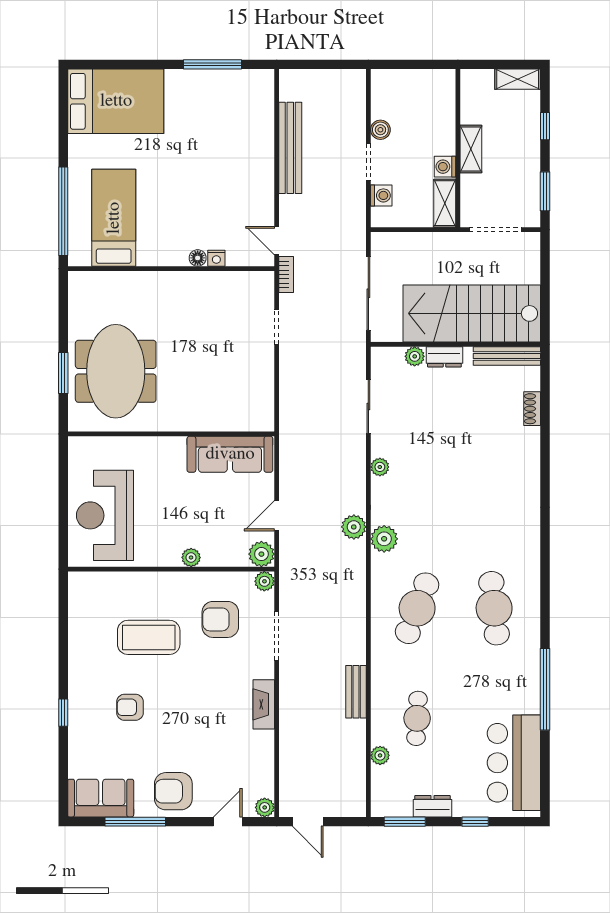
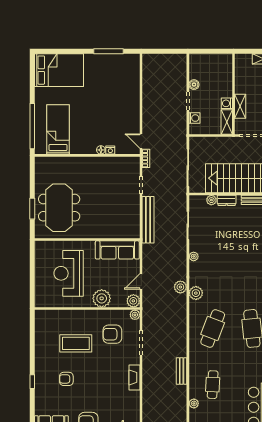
bench: (290, 148) -> (148, 220), moved
shelving: (471, 149) -> (240, 106), moved
reception desk: (105, 515) -> (69, 273), moved
plant: (191, 557) -> (102, 298), width x1.87, depth x1.87

